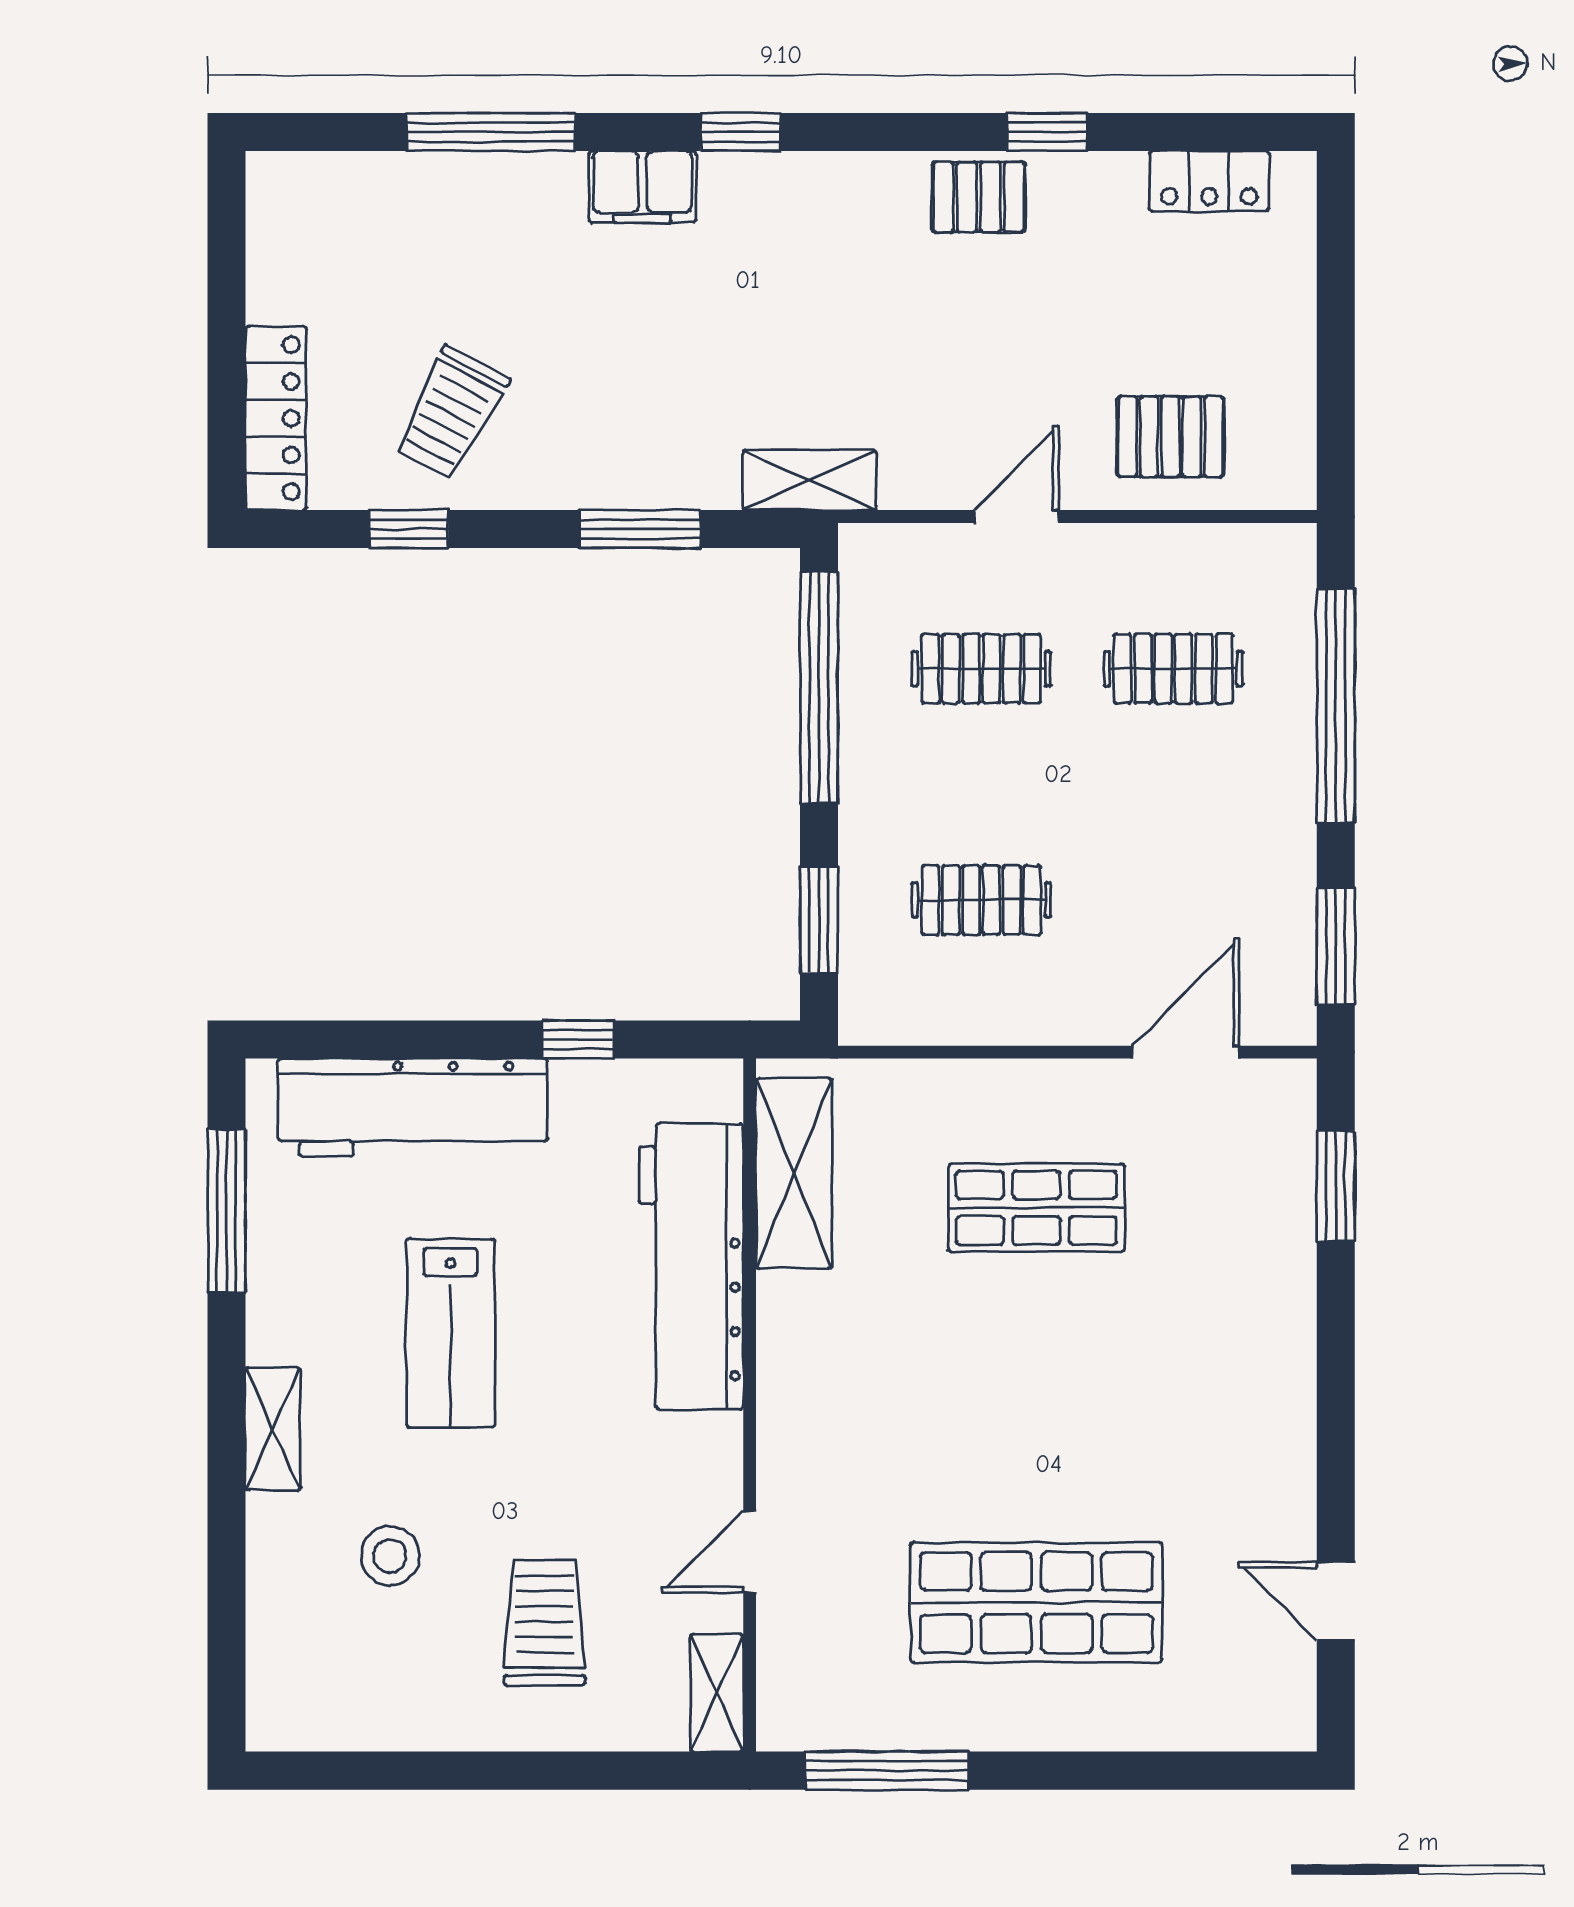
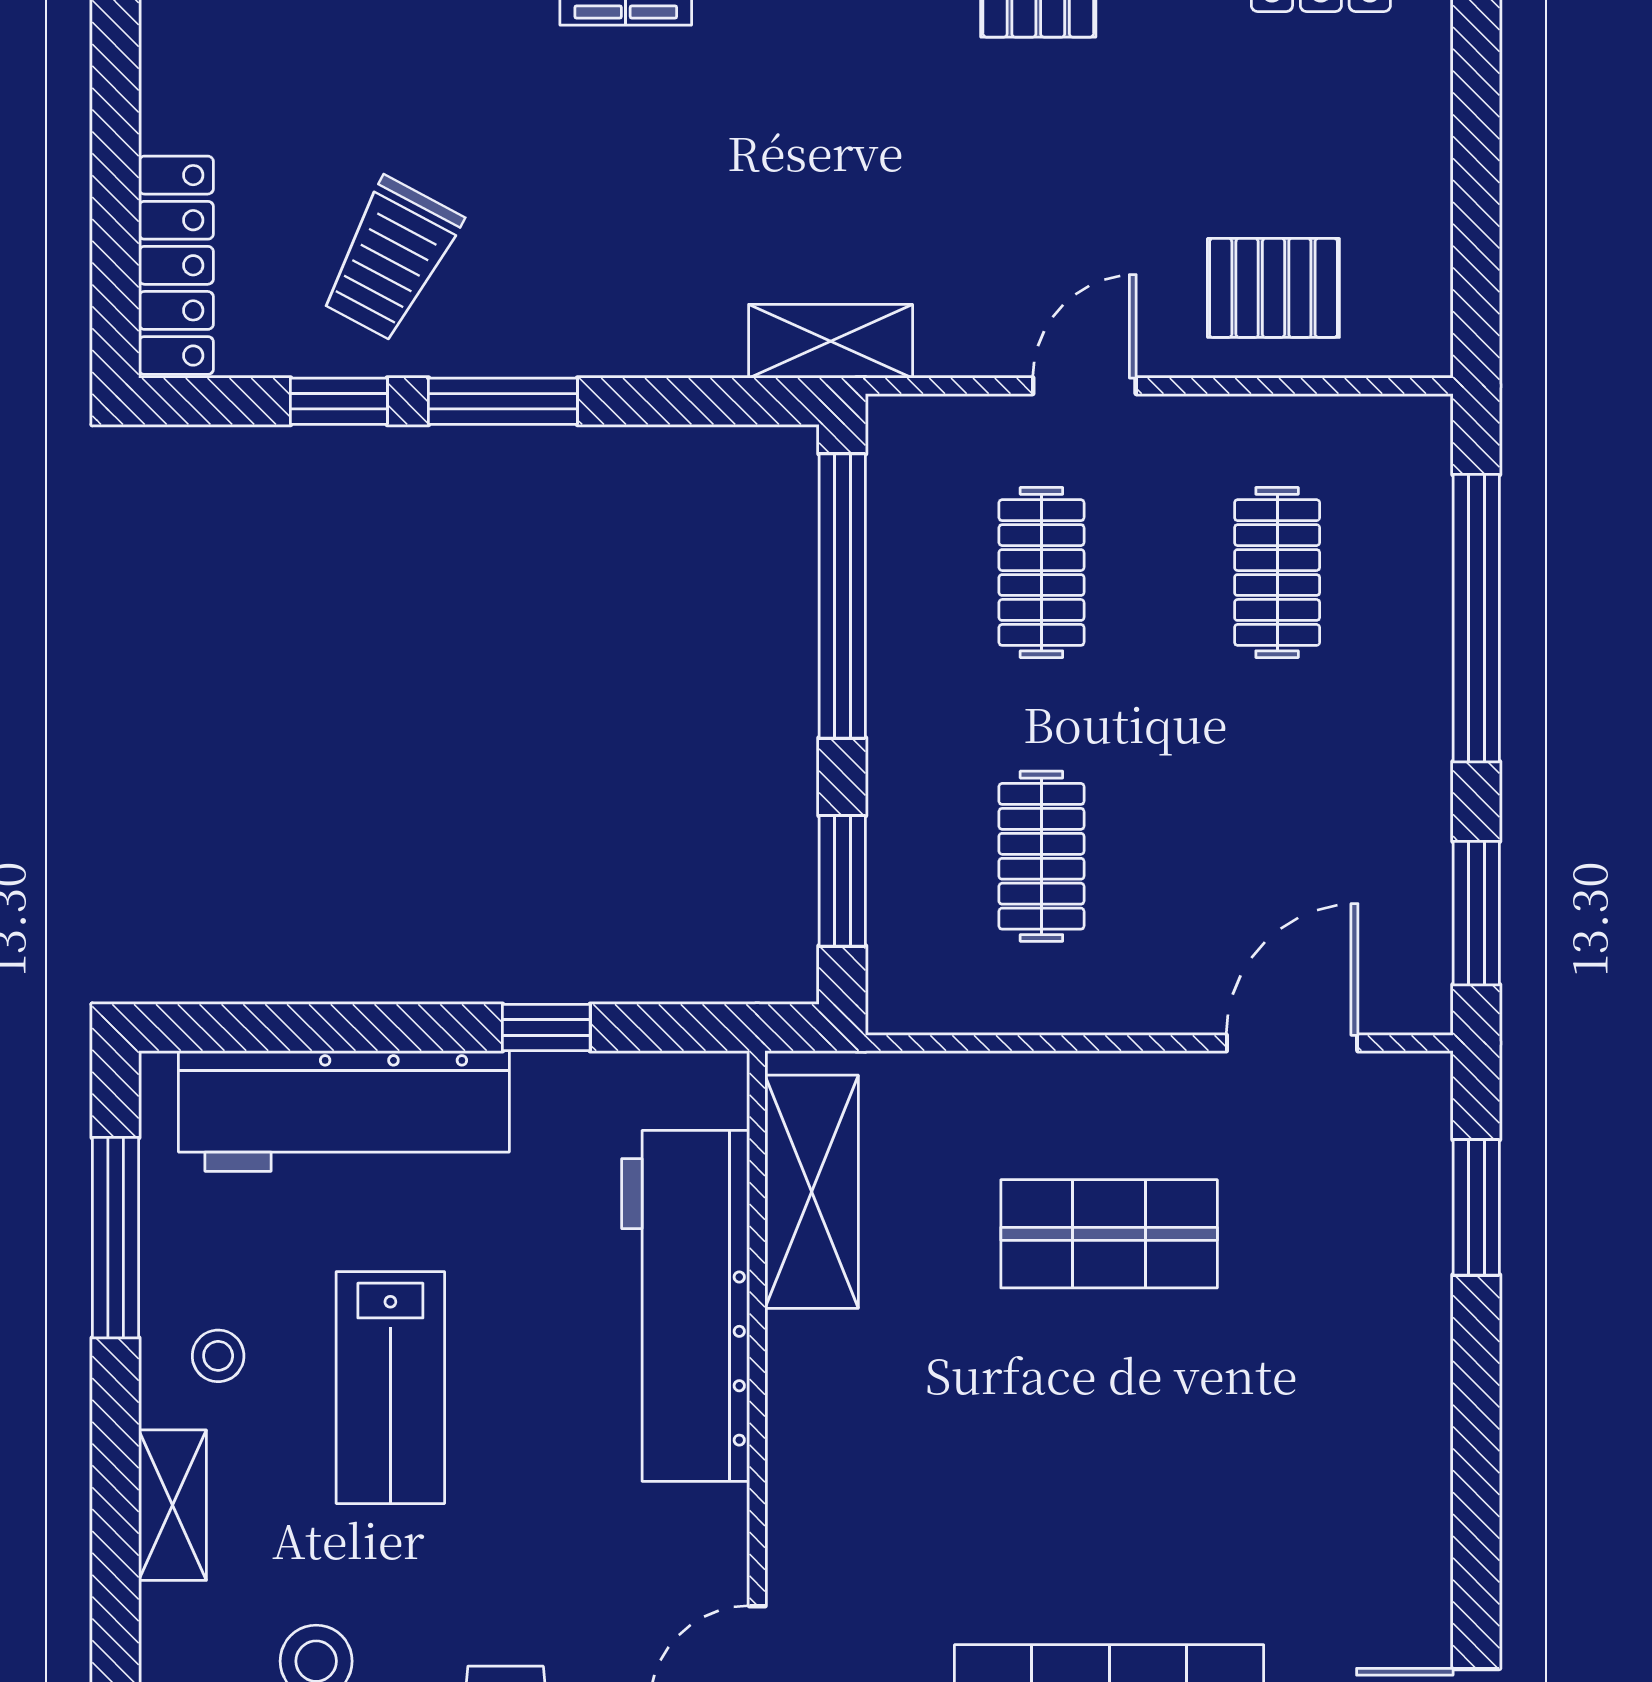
window: (640, 529) -> (503, 401), moved
clothes rail: (981, 669) -> (1041, 573), turned 90
clothes rail: (1173, 669) -> (1277, 573), turned 90
clothes rail: (981, 900) -> (1041, 856), turned 90
stool: (310, 1307) -> (218, 1356), added

